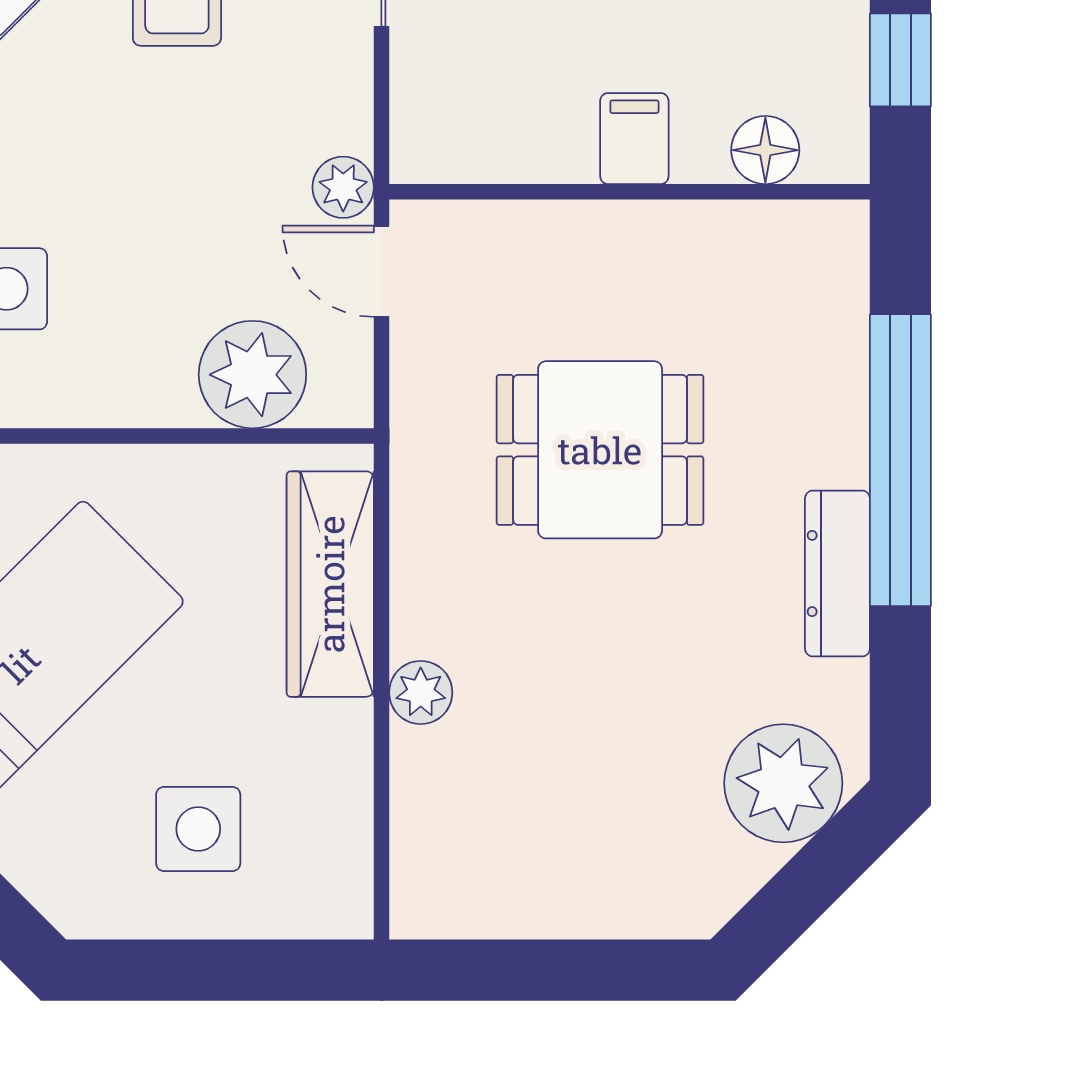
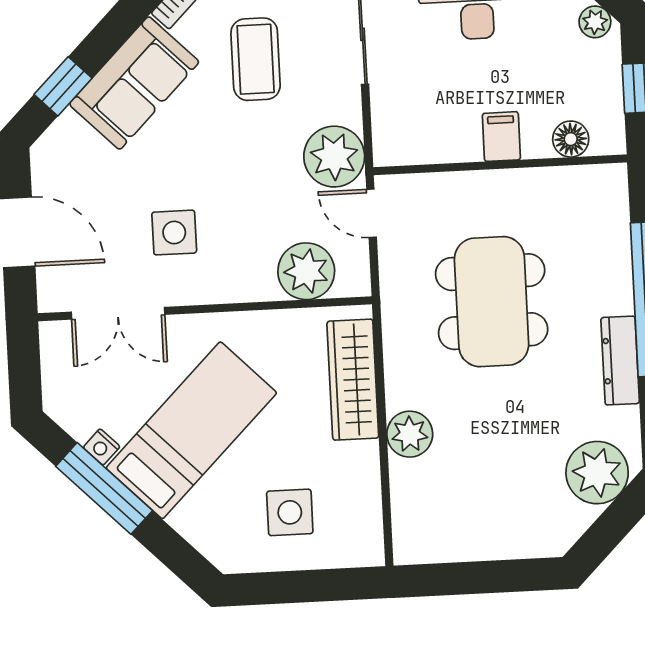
plant: (343, 187) -> (334, 157), width x1.88, depth x1.88
dining table: (600, 450) -> (492, 302), width x1.38
plant: (421, 693) -> (410, 434), width x1.38, depth x1.38

